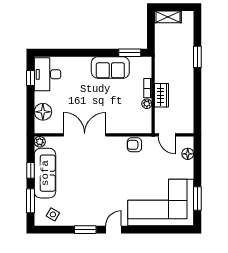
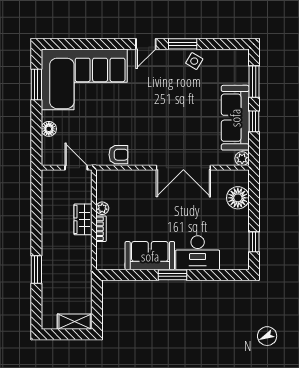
window: (130, 53) -> (173, 275), moved
desk: (47, 74) -> (198, 253), moved, turned 90
floor lamp: (188, 154) -> (49, 129), moved
side table: (53, 214) -> (194, 61), moved

